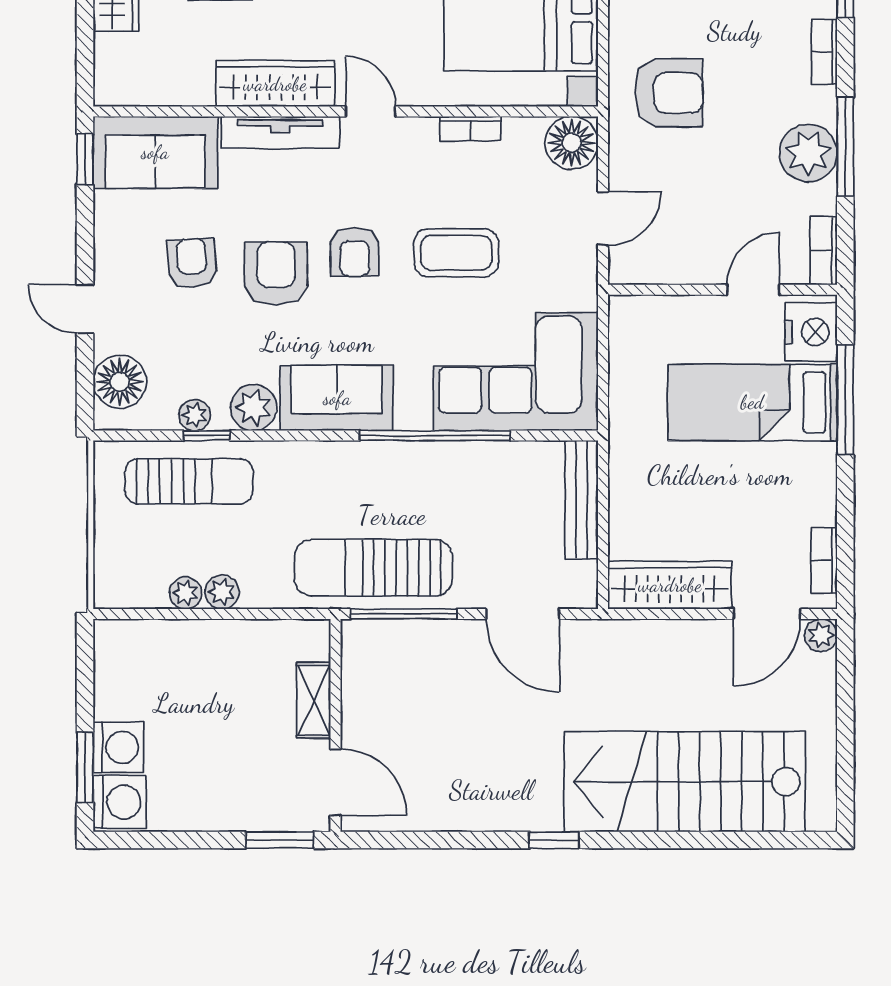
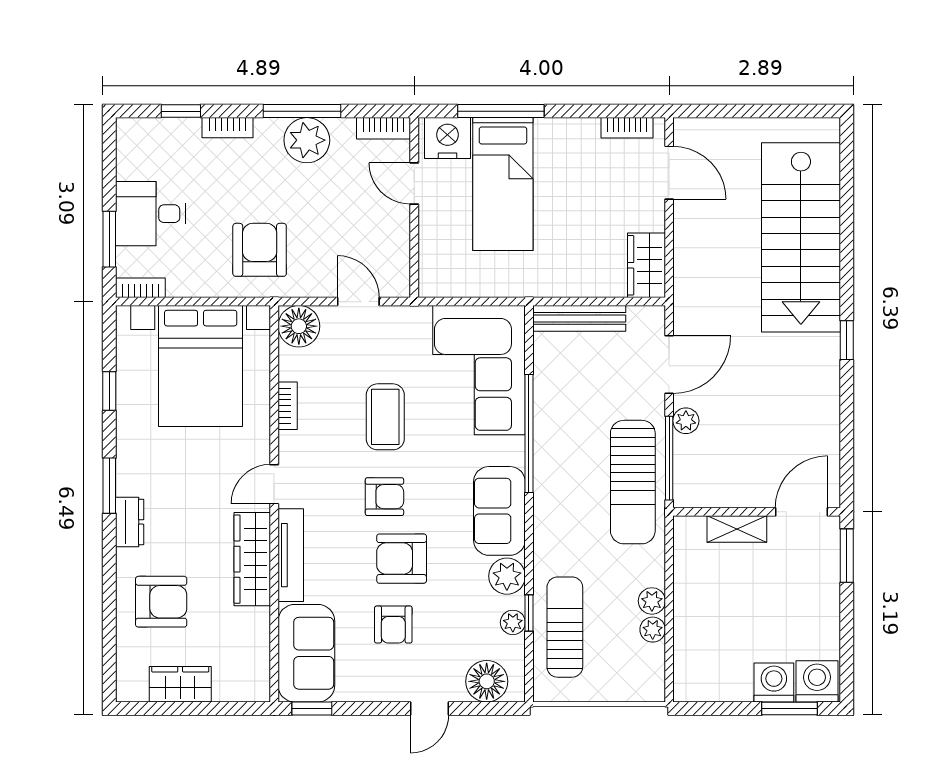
armchair: (192, 263) -> (393, 625), turned -86
wardrobe: (670, 585) -> (646, 265), width x0.67
plant: (821, 635) -> (686, 421), moved

